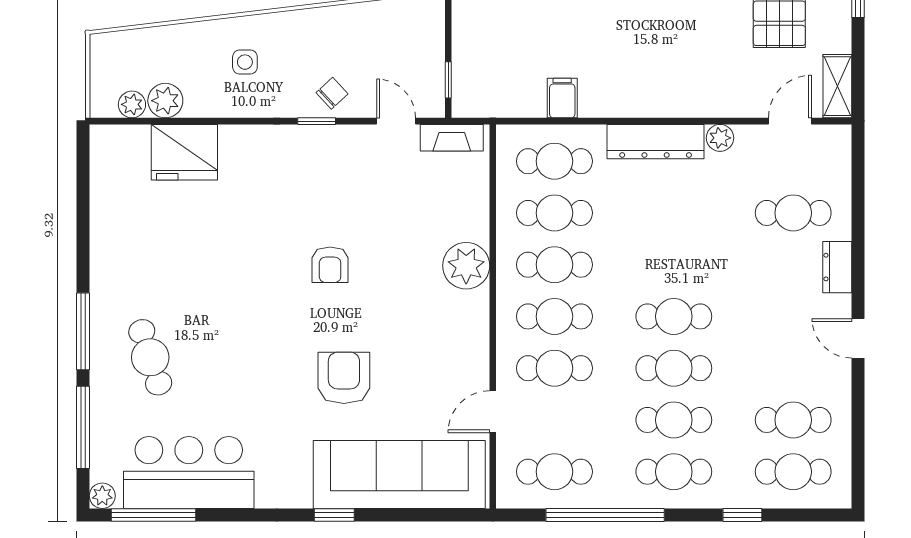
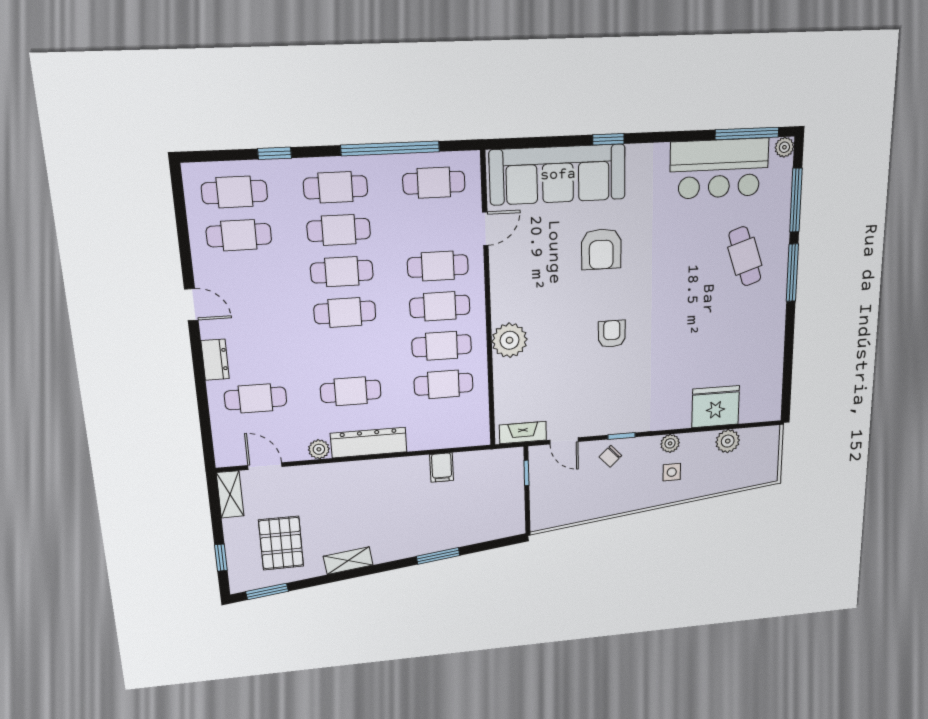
plant: (132, 104) -> (670, 443), moved
door: (790, 121) -> (265, 466), swing flipped
cafe table: (554, 161) -> (351, 391), moved

